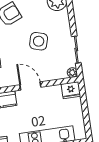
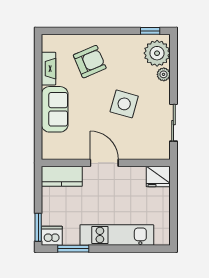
plant: (72, 73) -> (164, 74), moved

